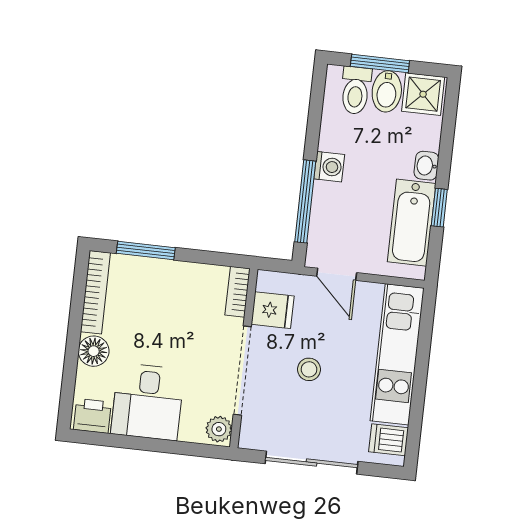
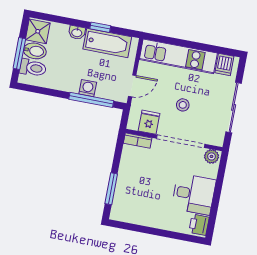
washing machine: (329, 167) -> (88, 88), moved
bookcase: (95, 292) -> (132, 218), removed
floor lamp: (94, 351) -> (164, 221), removed

